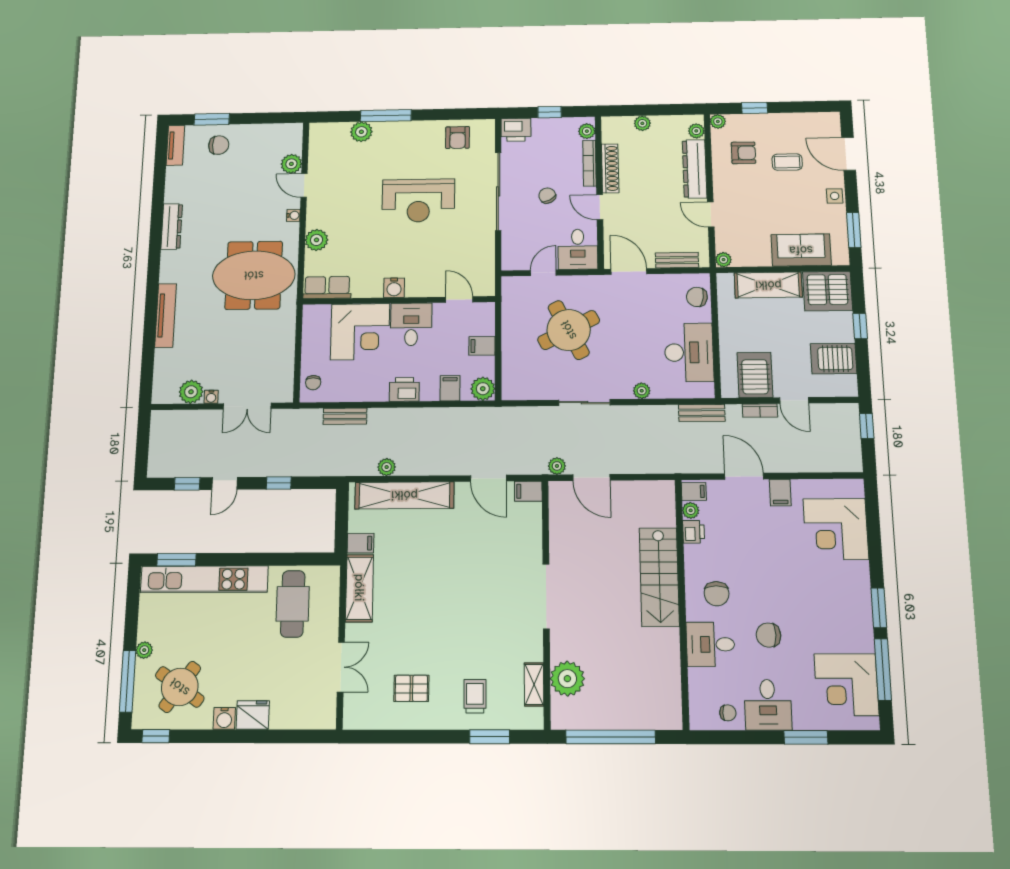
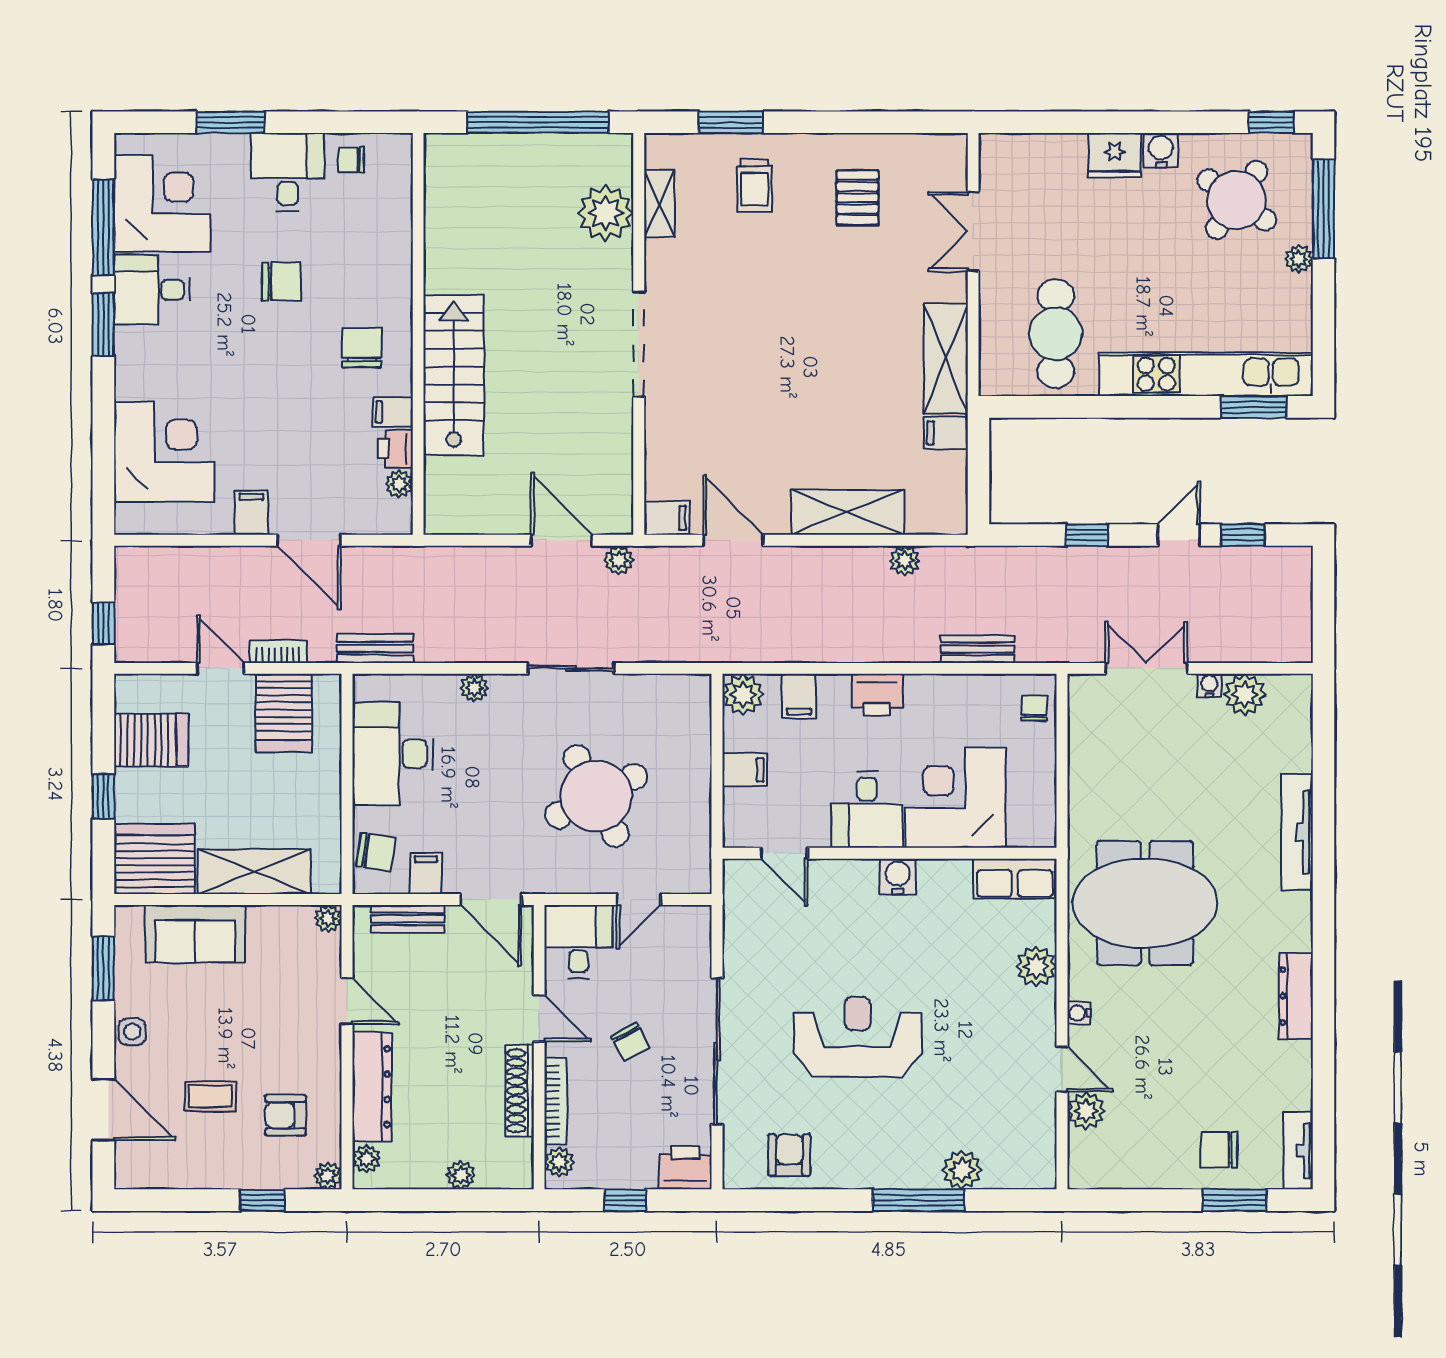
filing cabinet: (667, 285) -> (426, 874), added
filing cabinet: (694, 491) -> (393, 412), moved
shelving: (404, 495) -> (848, 512), width x0.68
desk: (710, 644) -> (152, 290), moved, turned 180
pallet: (411, 688) -> (857, 198), turned 90

